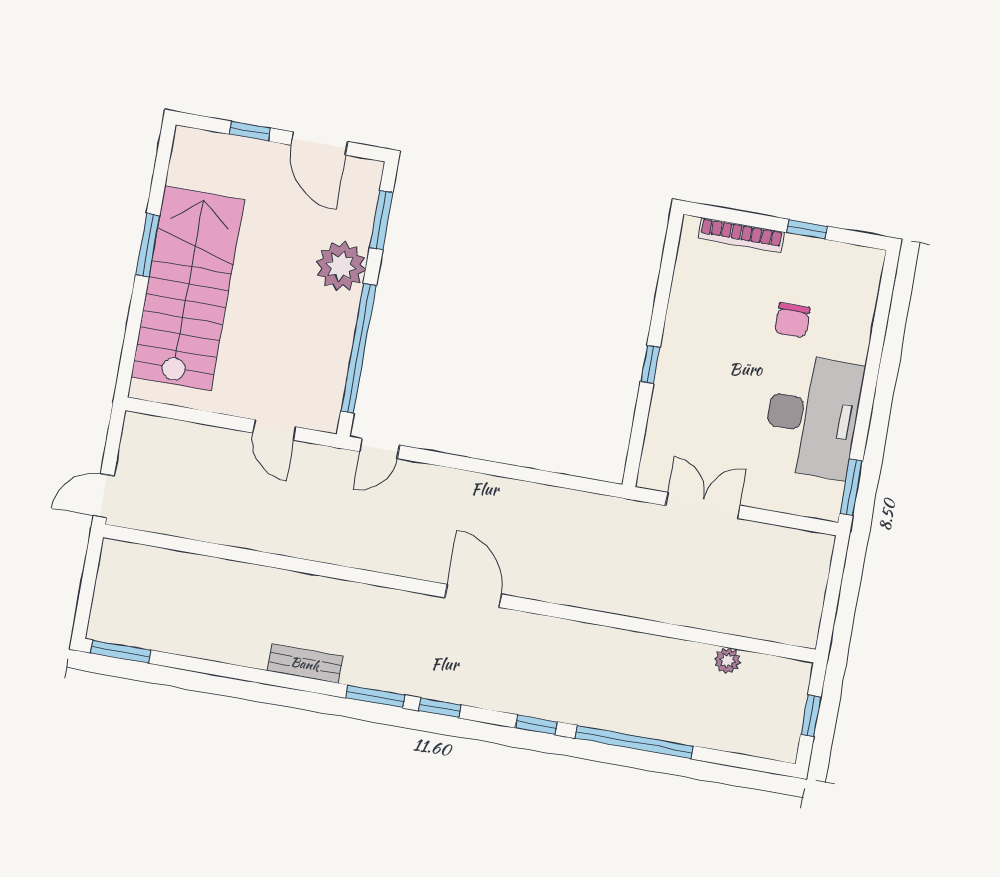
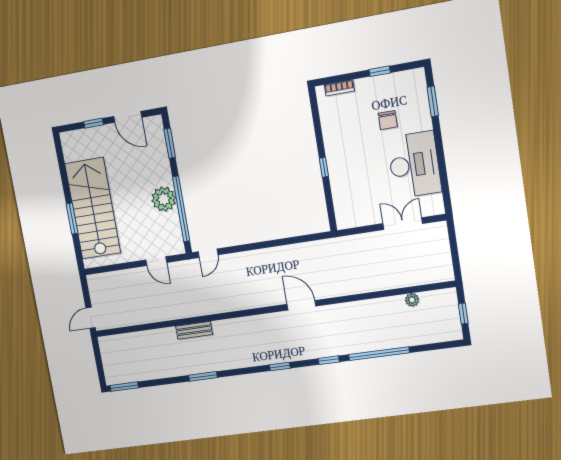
bookcase: (741, 235) -> (339, 88), width x0.64
window: (148, 245) -> (72, 219), moved
plant: (341, 266) -> (164, 199), moved
window: (851, 487) -> (433, 101), moved
double door: (703, 505) -> (403, 224), moved
door: (473, 596) -> (301, 305), moved
bench: (305, 664) -> (194, 330), moved
window: (375, 696) -> (203, 376), moved

